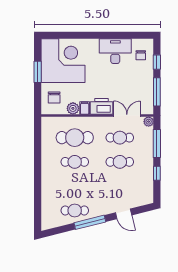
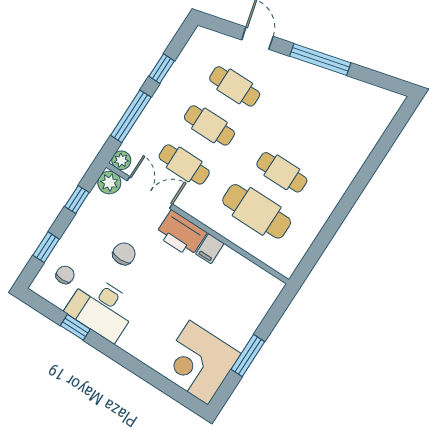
window: (121, 35) -> (75, 327), added
corner desk: (63, 61) -> (199, 363), width x0.74, depth x0.74
window: (157, 92) -> (77, 200), width x0.46
chair: (54, 98) -> (124, 254), moved
plant: (73, 108) -> (109, 183), moved
double door: (127, 116) -> (150, 192), swing flipped
cafe table: (75, 210) -> (235, 86), moved

